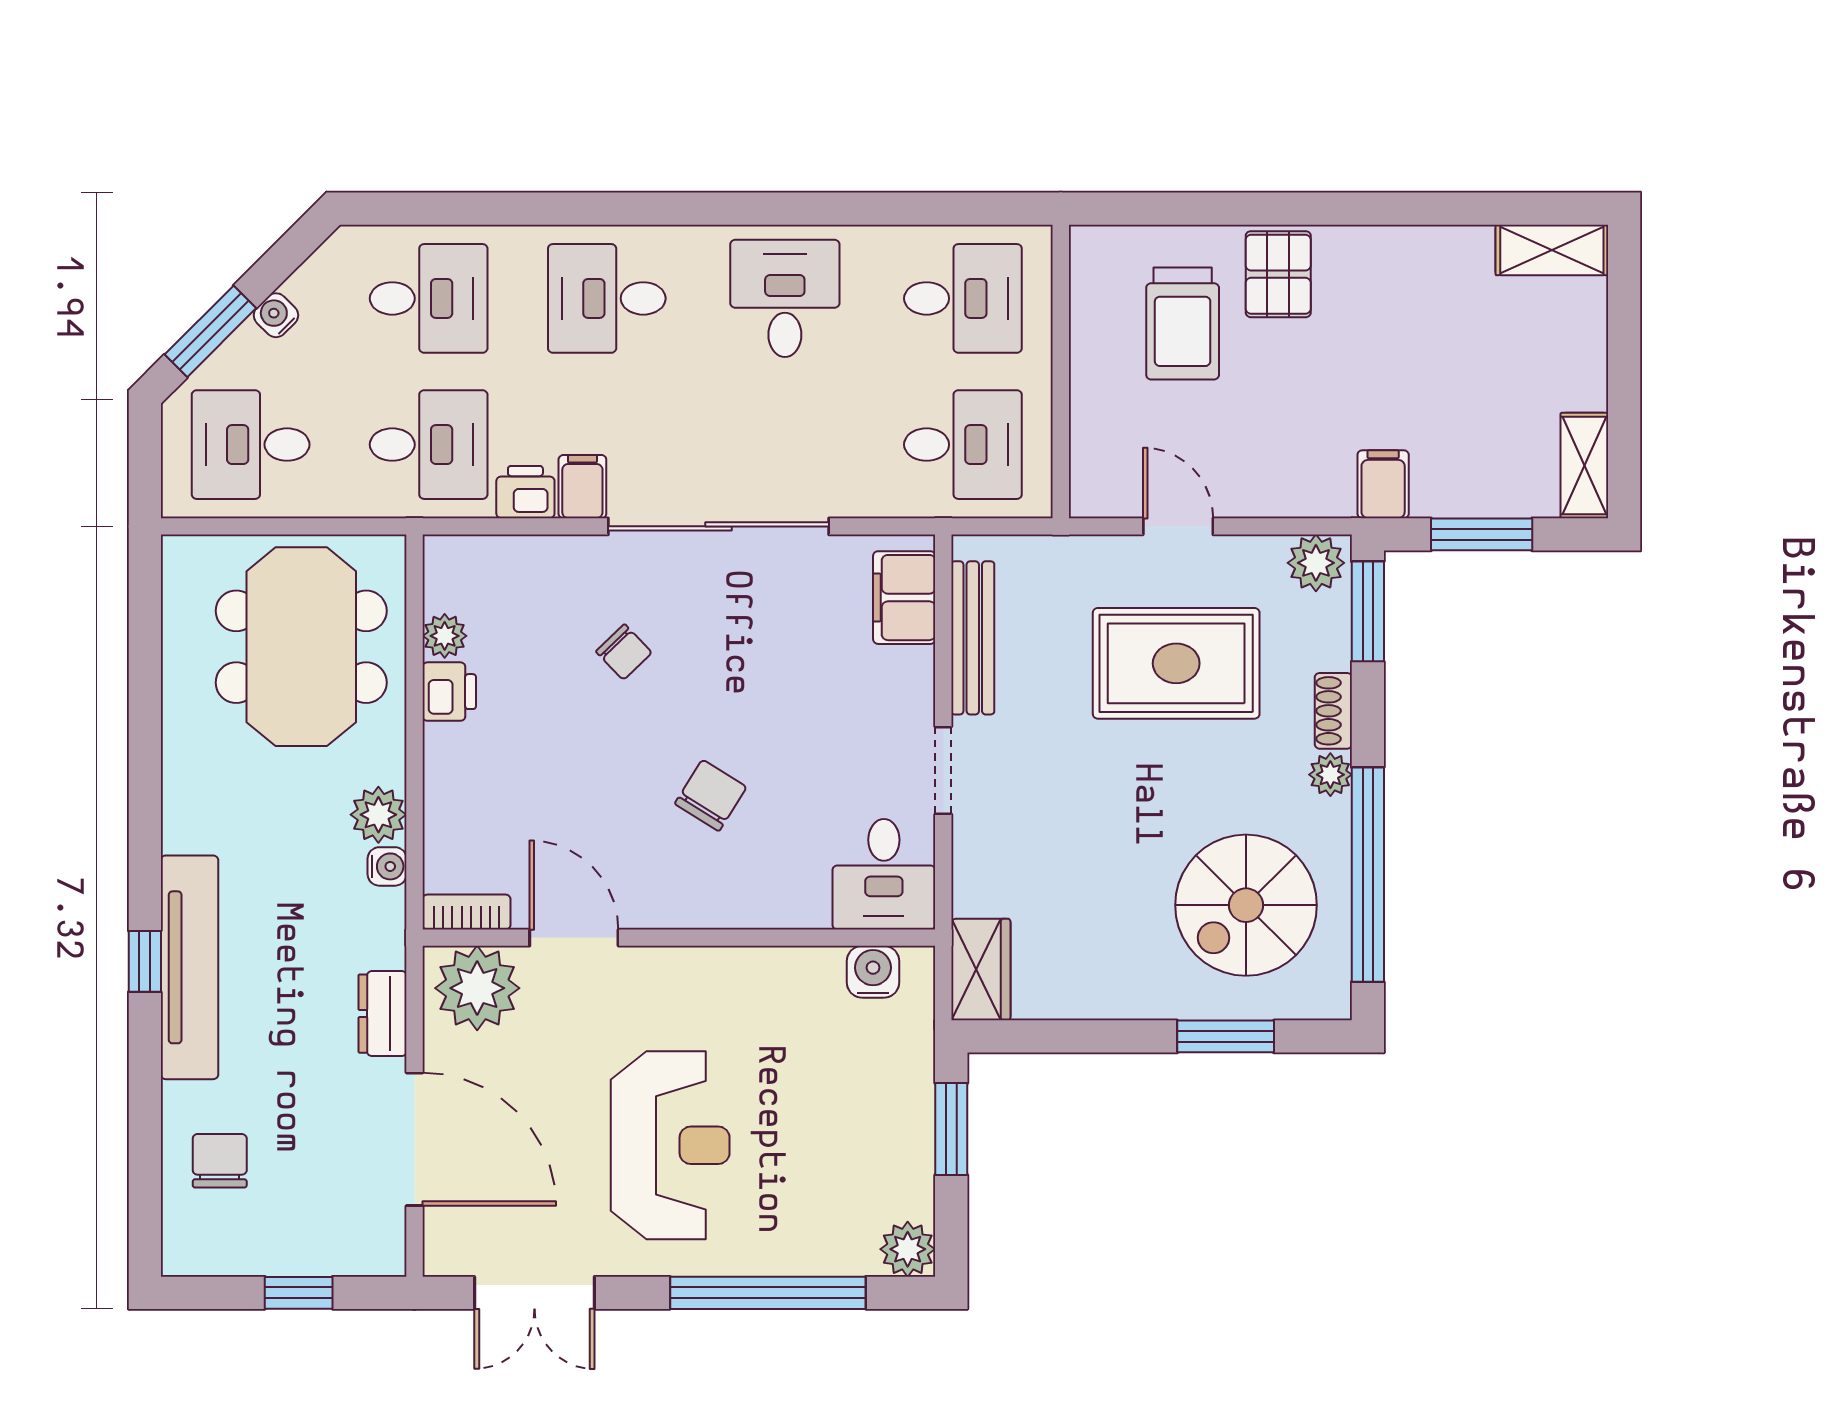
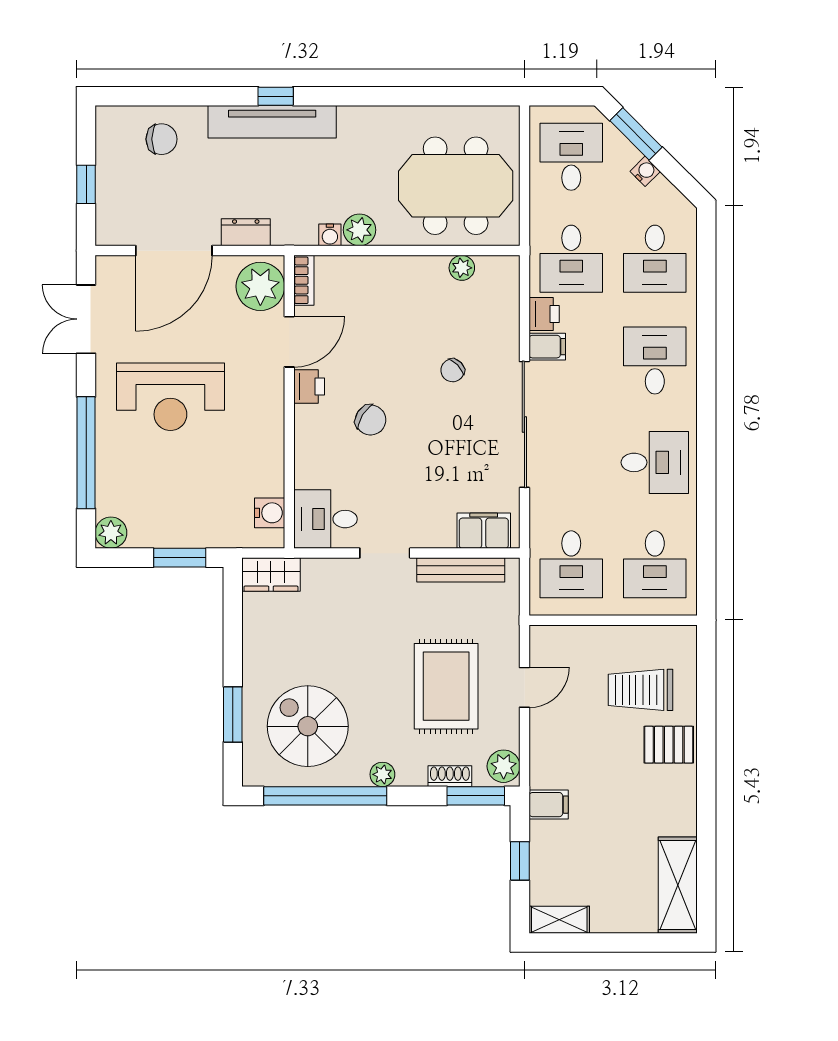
shelving: (1552, 250) -> (678, 885), width x1.50, depth x1.33
window: (1482, 534) -> (520, 861), width x0.67
printer: (449, 692) -> (309, 387), moved, turned -90
shoe rack: (1333, 711) -> (450, 776), moved

